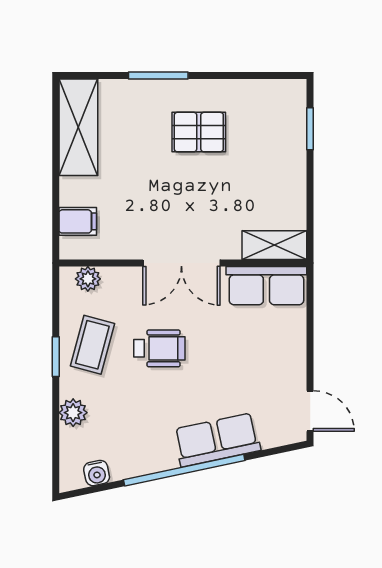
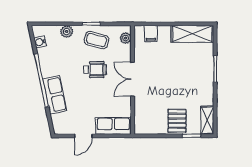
pallet: (199, 132) -> (177, 121), moved
shelving: (274, 245) -> (207, 120), moved
row of seats: (266, 286) -> (113, 126), moved, turned 90
wheelchair: (159, 348) -> (95, 70), turned -90
door: (310, 411) -> (83, 136), moved

